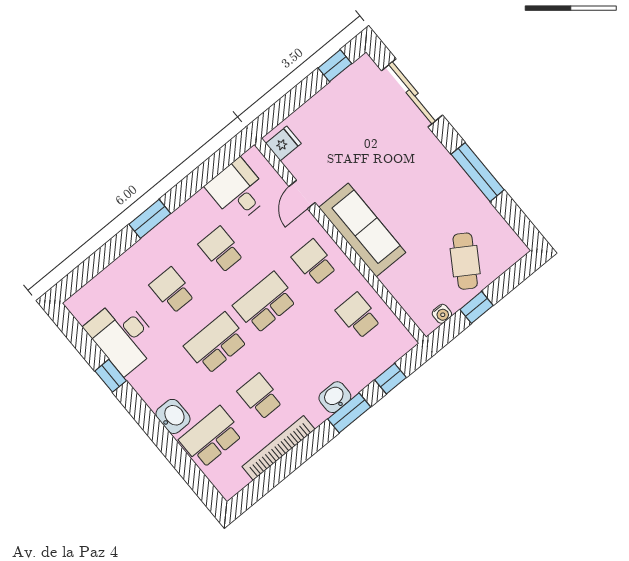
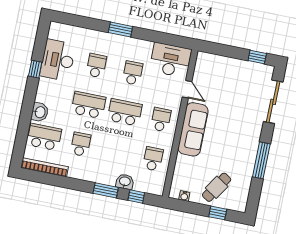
fridge: (283, 143) -> (203, 62), removed
desk: (238, 191) -> (170, 60), width x1.37
door: (302, 195) -> (187, 89), swing flipped
window: (477, 307) -> (218, 213), moved
washbasin: (335, 397) -> (125, 182), moved
bookcase: (278, 448) -> (45, 167), moved

